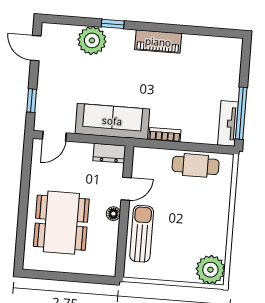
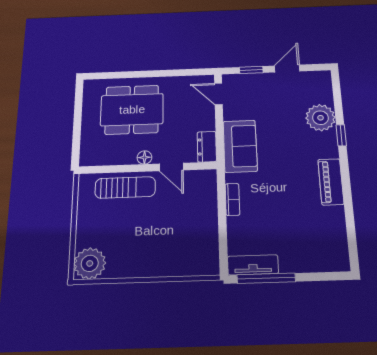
door: (36, 48) -> (287, 69), moved
sofa: (112, 121) -> (240, 146), width x0.73
cafe table: (196, 165) -> (203, 235), removed

